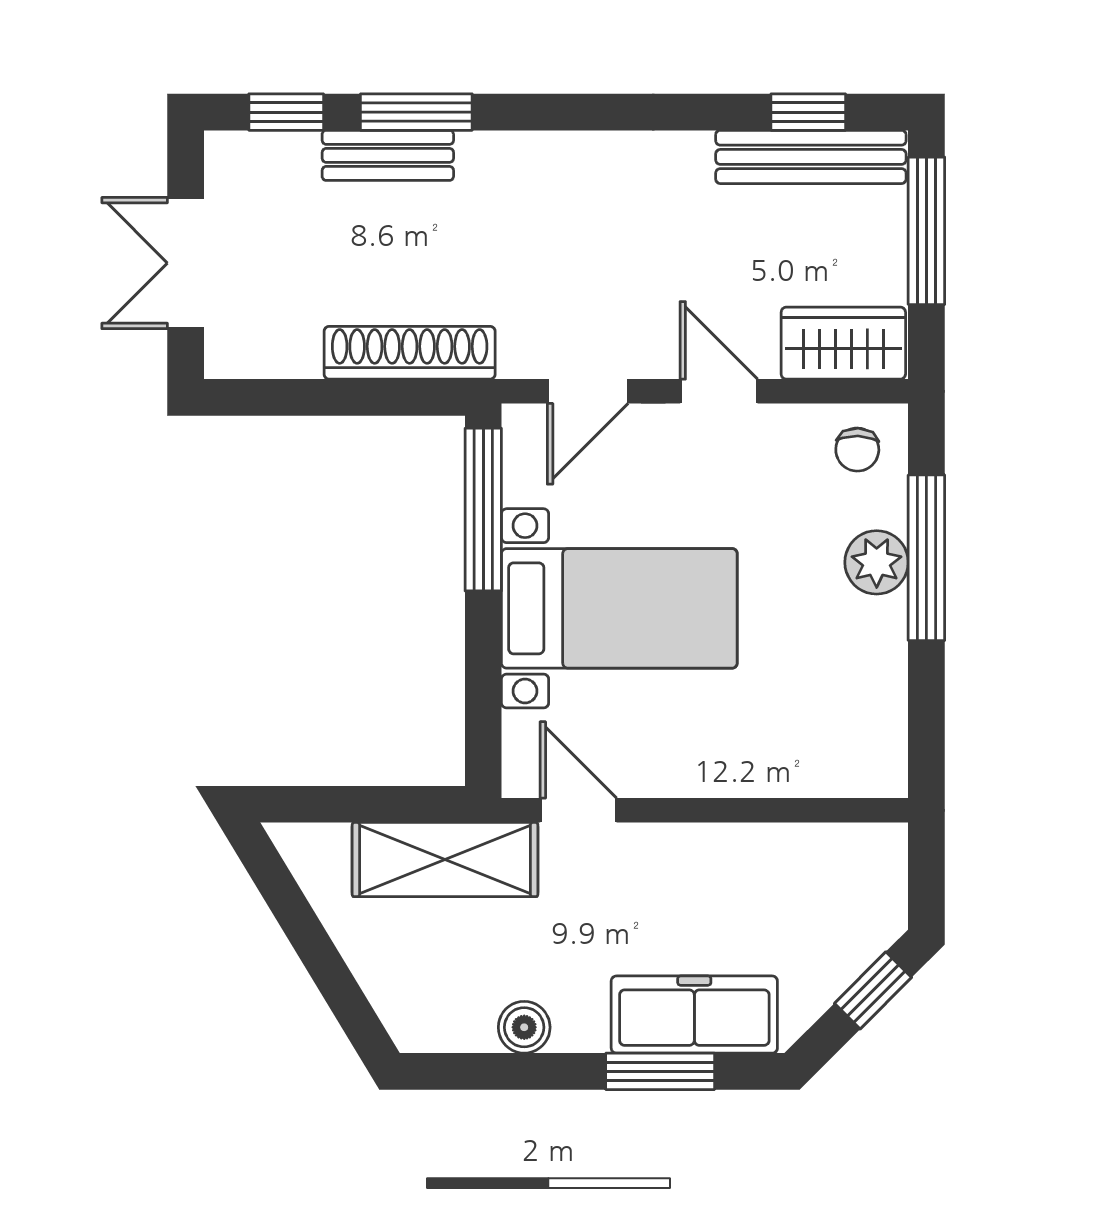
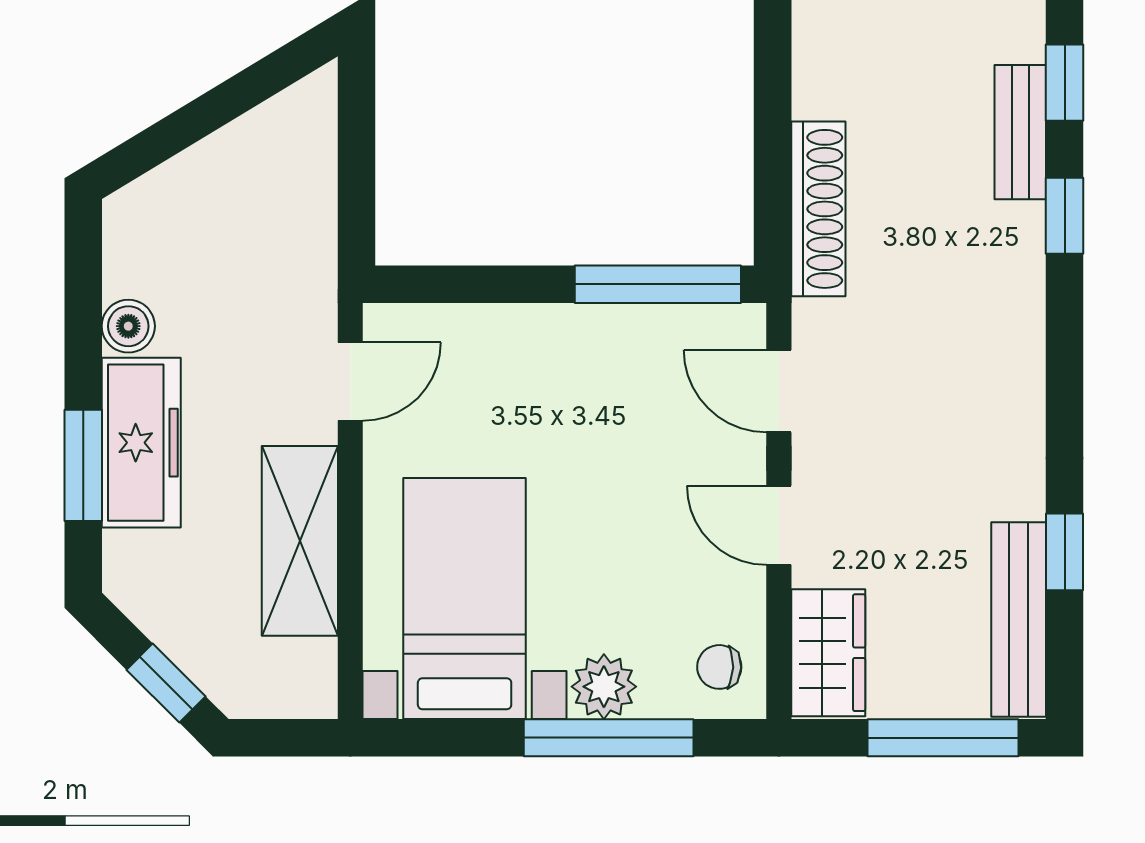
window: (416, 112) -> (1065, 216), width x0.67
window: (808, 112) -> (1065, 552), moved
bench: (388, 155) -> (1020, 132), moved
door: (719, 391) -> (779, 525), swing flipped
bed with nightstands: (619, 608) -> (465, 598), moved, turned 180
shelving: (445, 860) -> (300, 541), moved
freezer: (694, 1015) -> (141, 443), moved

